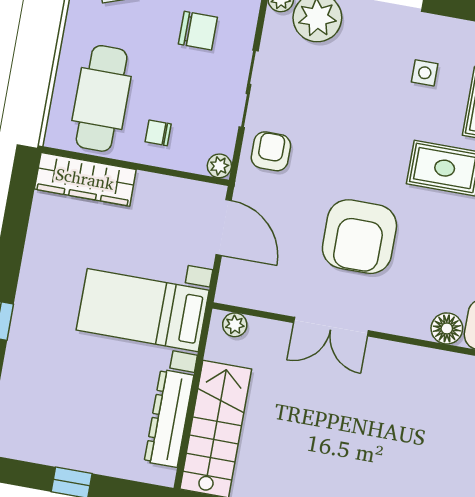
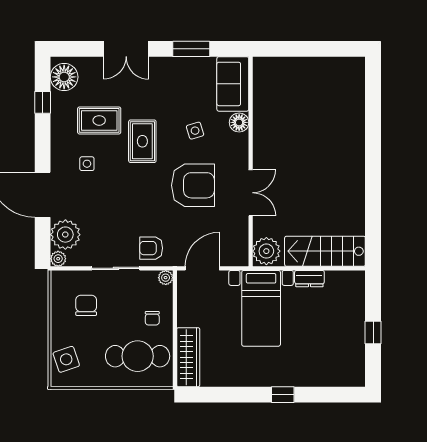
side table: (446, 256) -> (195, 131), added
plant: (235, 325) -> (266, 251), width x1.87, depth x1.87
dresser: (169, 418) -> (309, 279), width x0.51, depth x0.80

